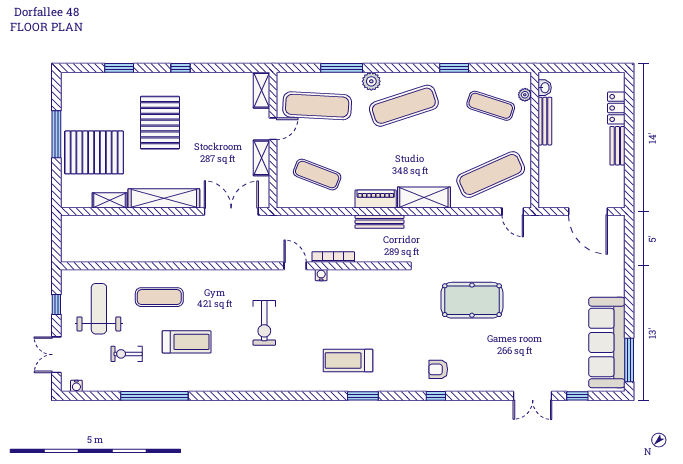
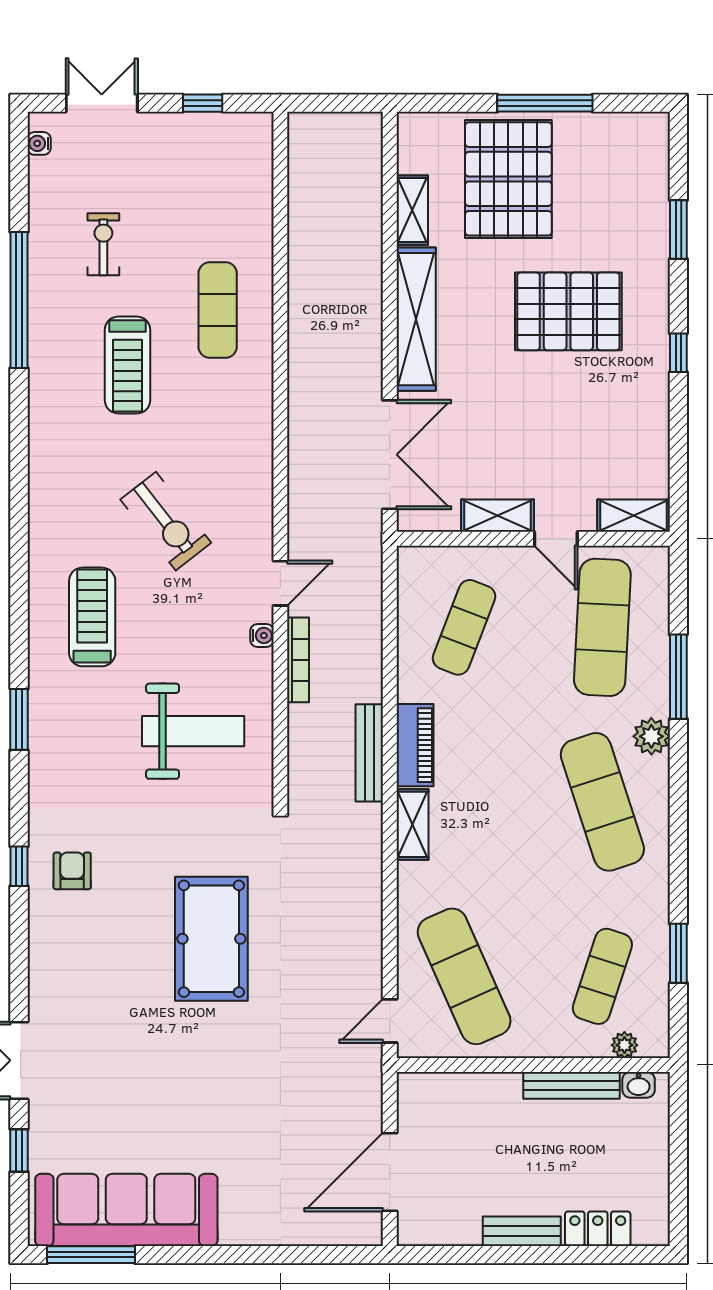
window: (454, 68) -> (678, 953), moved
shelving: (424, 198) -> (412, 824), width x0.67, depth x0.75
weight bench: (99, 309) -> (193, 731), moved
exercise bike: (264, 323) -> (166, 521), turned -128
treadmill: (348, 361) -> (92, 617), moved

